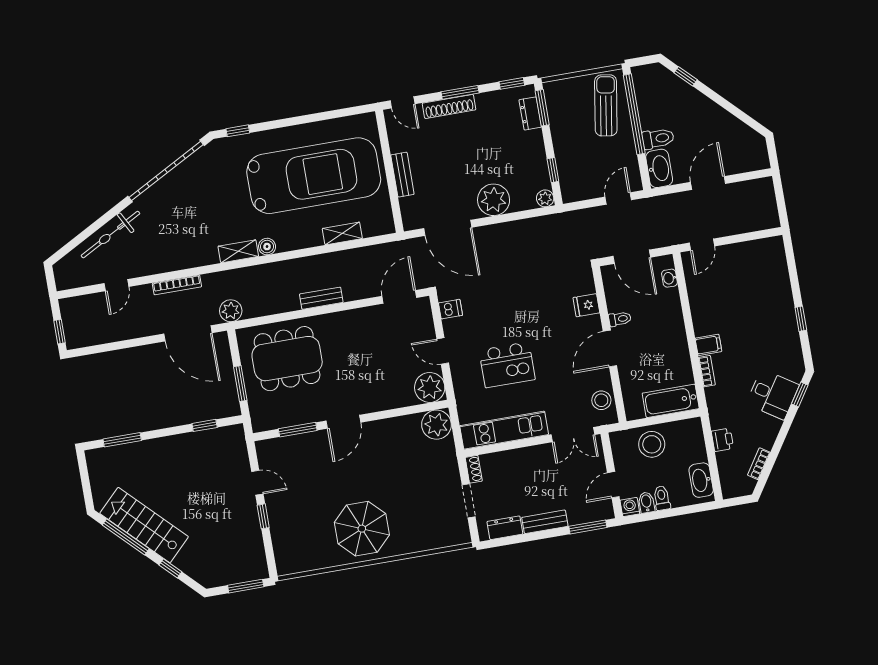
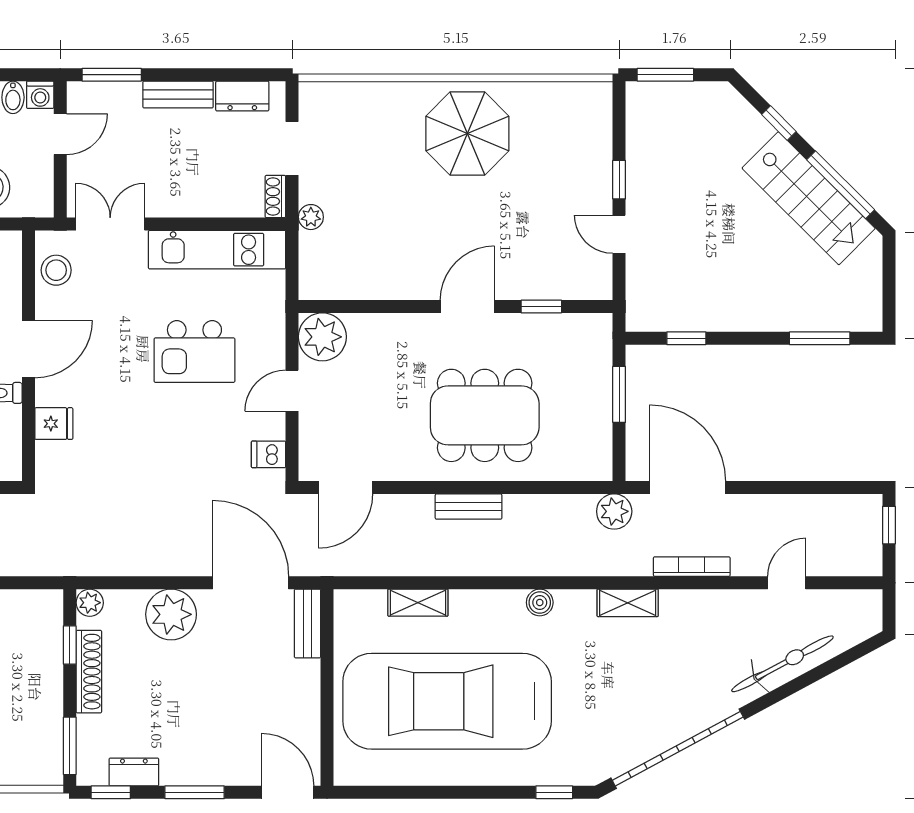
door: (403, 102) -> (288, 792), width x1.38
shoe rack: (449, 106) -> (89, 672), moved, turned 90
dresser: (530, 113) -> (134, 772), moved, turned -90
bench: (402, 175) -> (307, 623), moved
shelving: (238, 251) -> (628, 603), moved
door: (443, 351) -> (292, 391), swing flipped
dining table: (287, 359) -> (485, 415), moved
kitchen island: (507, 365) -> (194, 351), turned 180
plant: (436, 425) -> (311, 217), moved, width x0.53, depth x0.53
window: (298, 430) -> (541, 307), width x0.67

